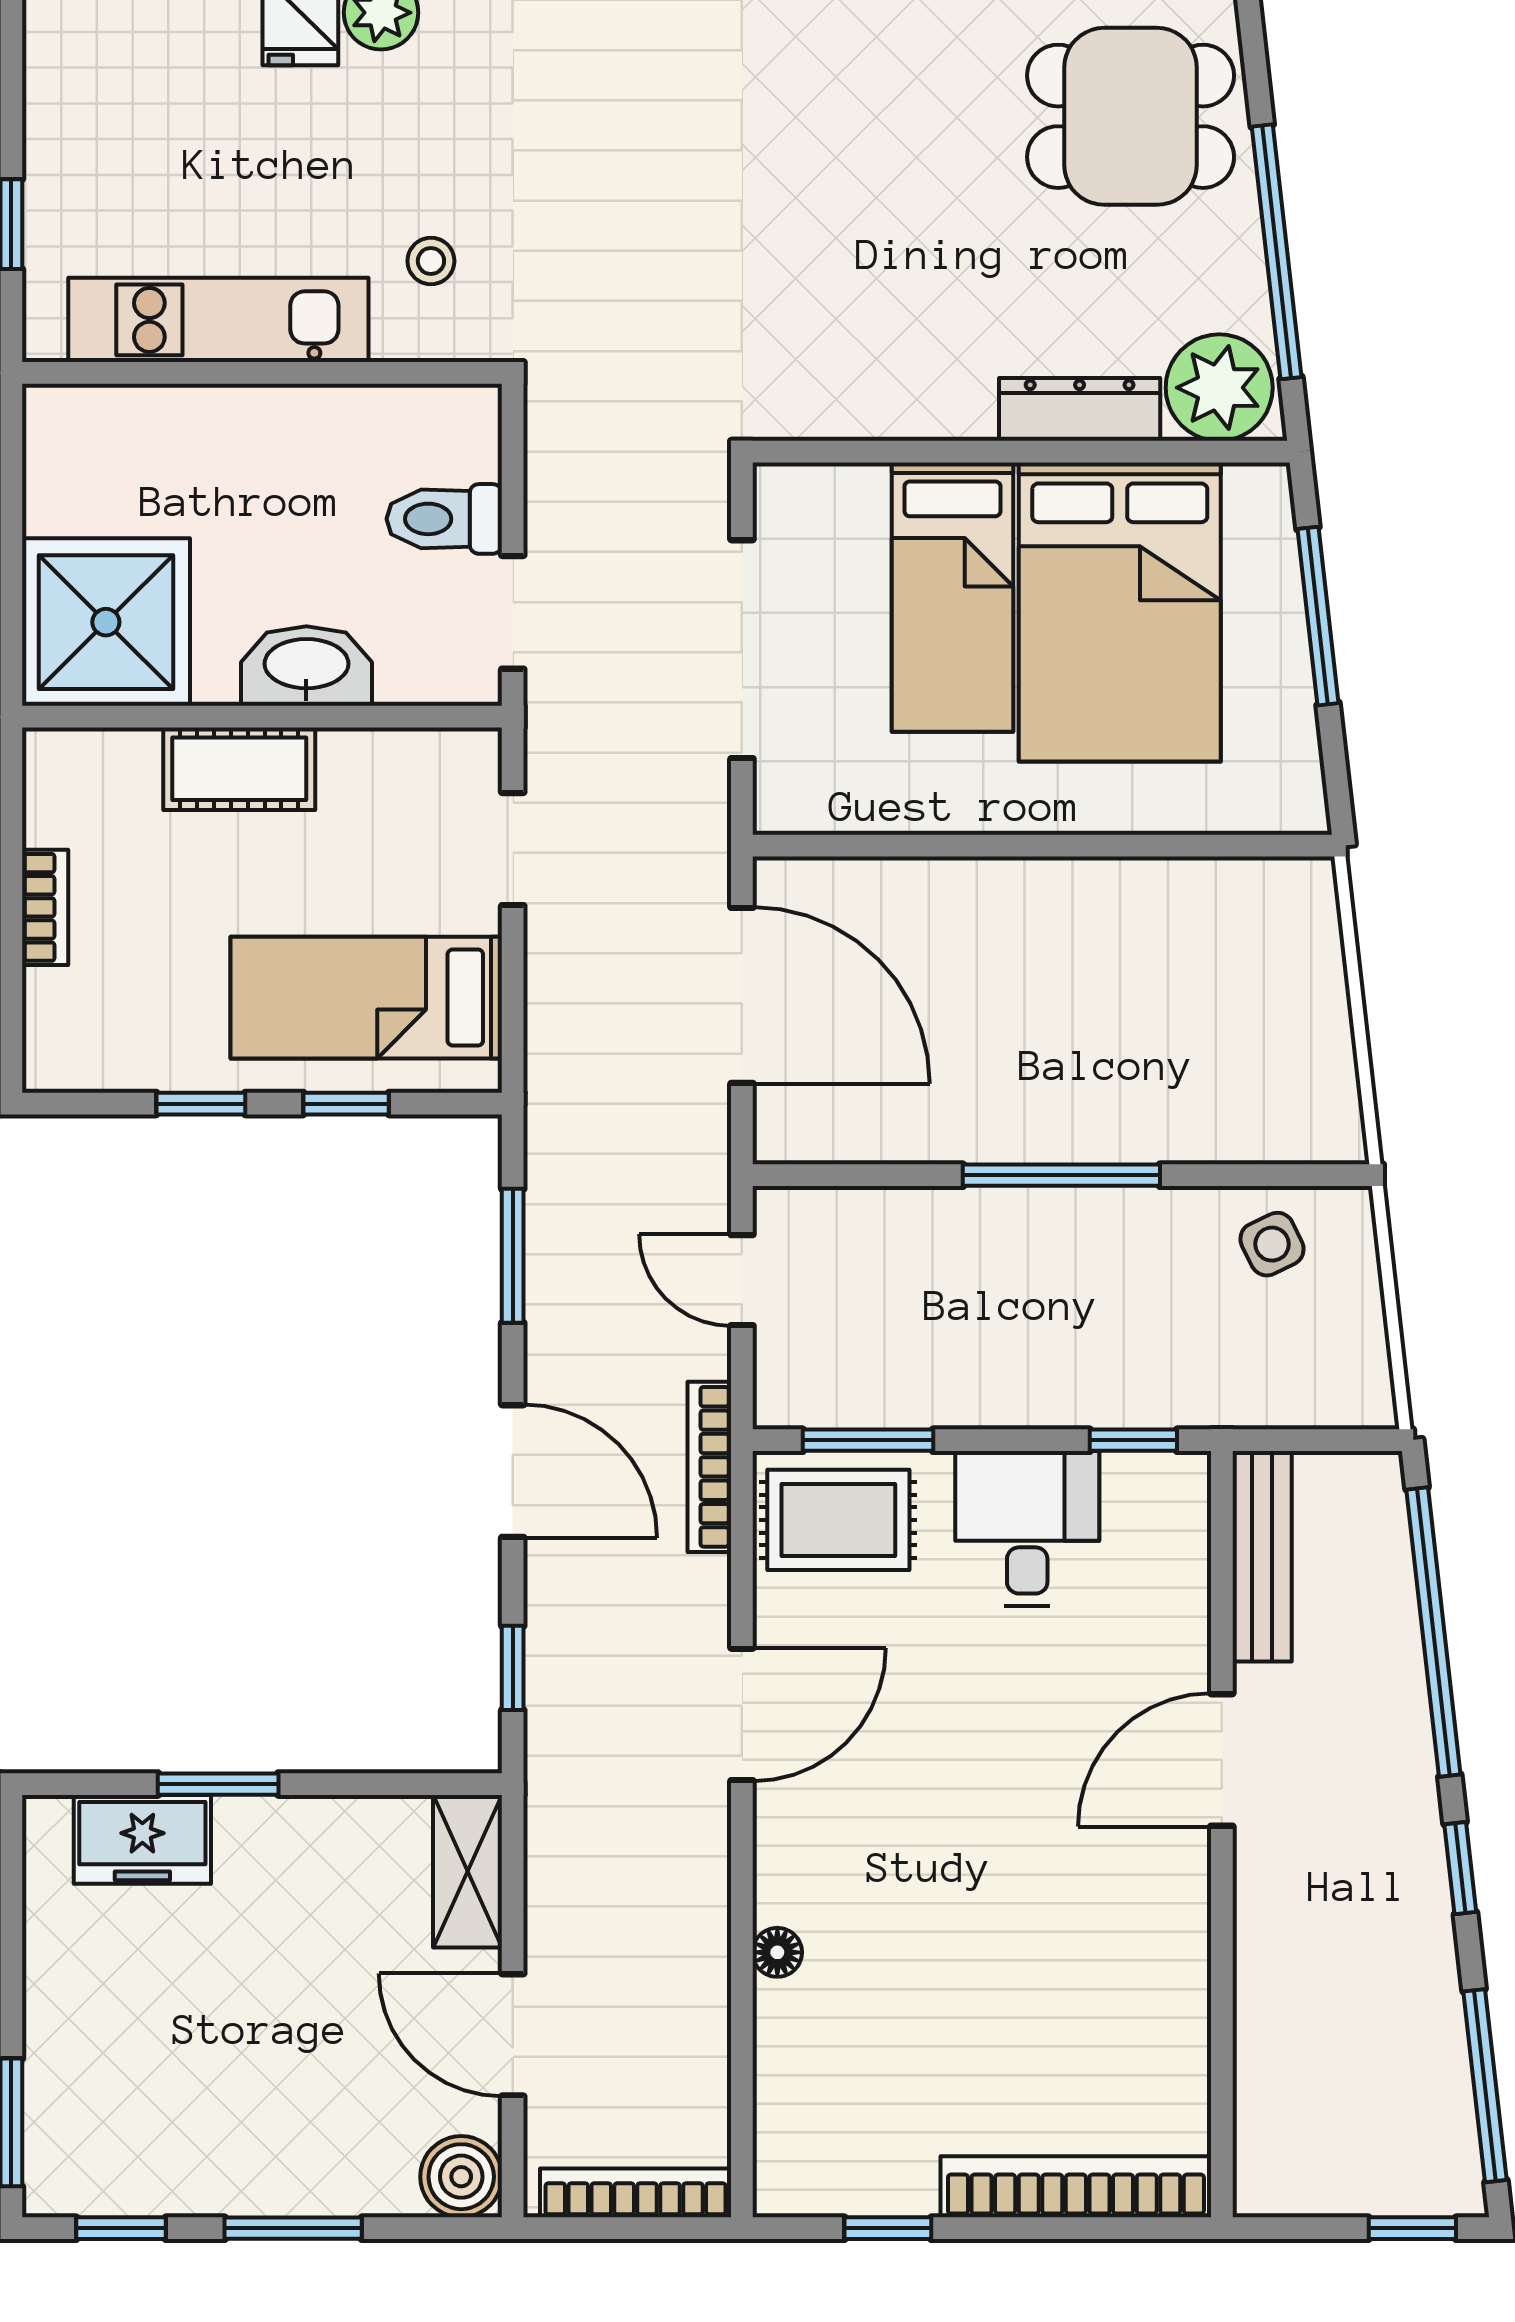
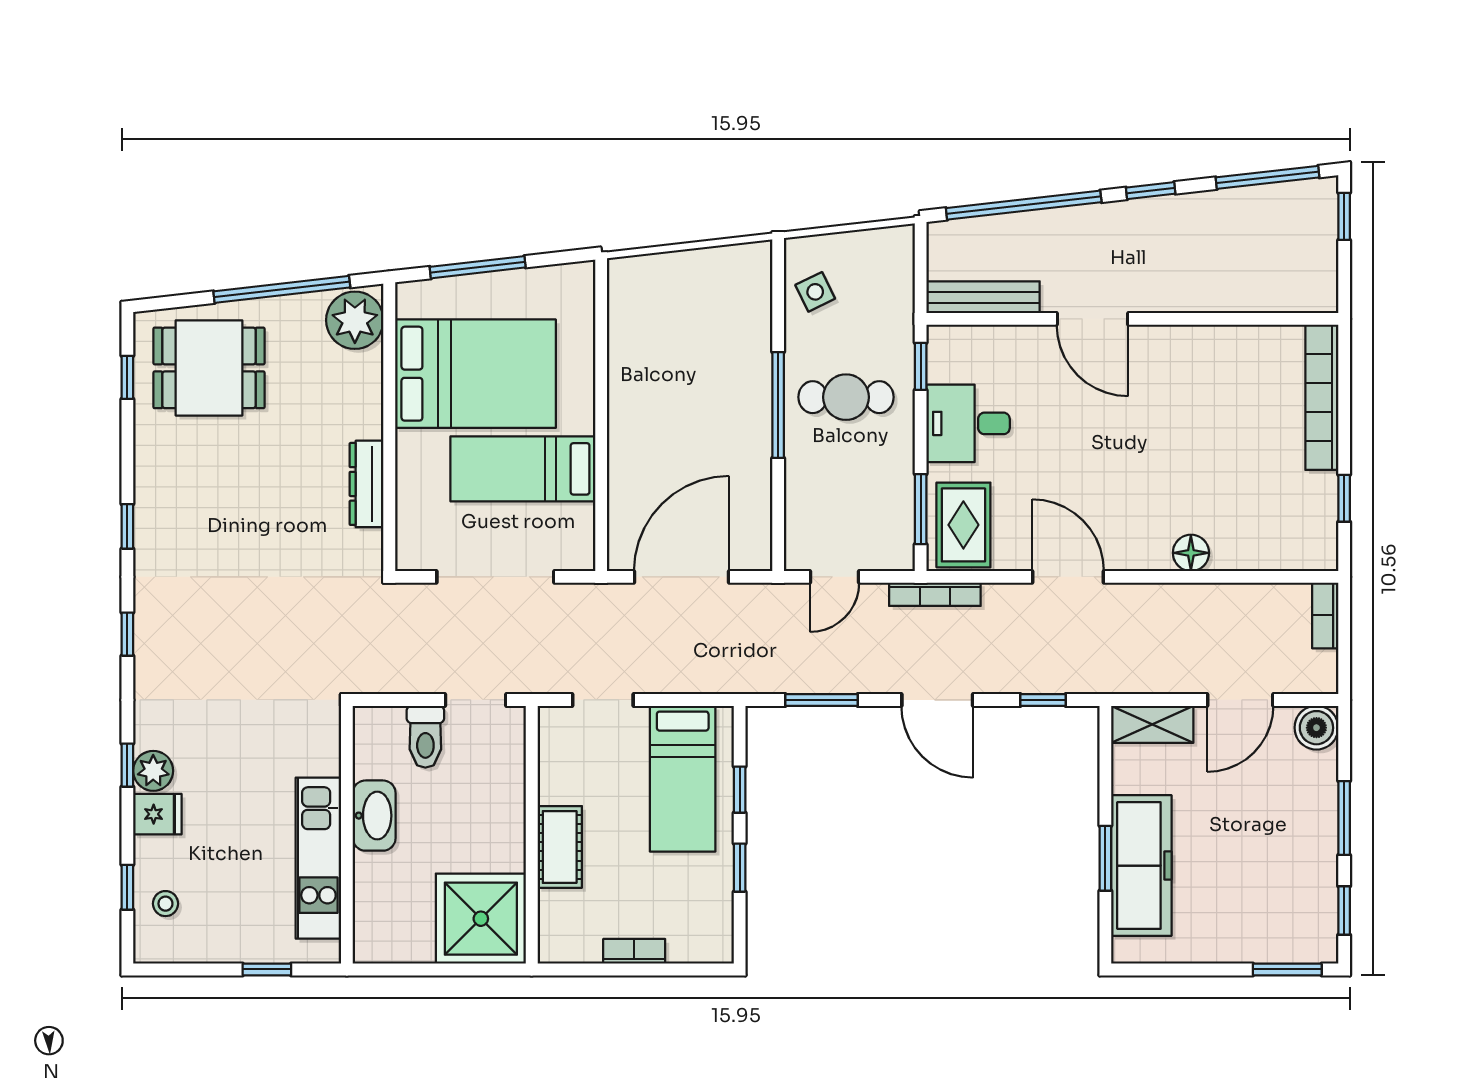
dining table: (1131, 116) -> (209, 368), turned 90
stool: (431, 261) -> (165, 904), moved
dresser: (1080, 409) -> (367, 484), moved
bed: (952, 597) -> (523, 469), moved, turned 180
washbasin: (306, 666) -> (374, 816), moved, turned 180
cafe table: (1076, 1301) -> (846, 397), added
door: (513, 1471) -> (937, 700), swing flipped
freezer: (142, 1839) -> (1141, 866), width x1.91, depth x1.26
floor lamp: (777, 1952) -> (1191, 553), width x1.37, depth x1.37
bookcase: (636, 2193) -> (1325, 615), width x0.64

